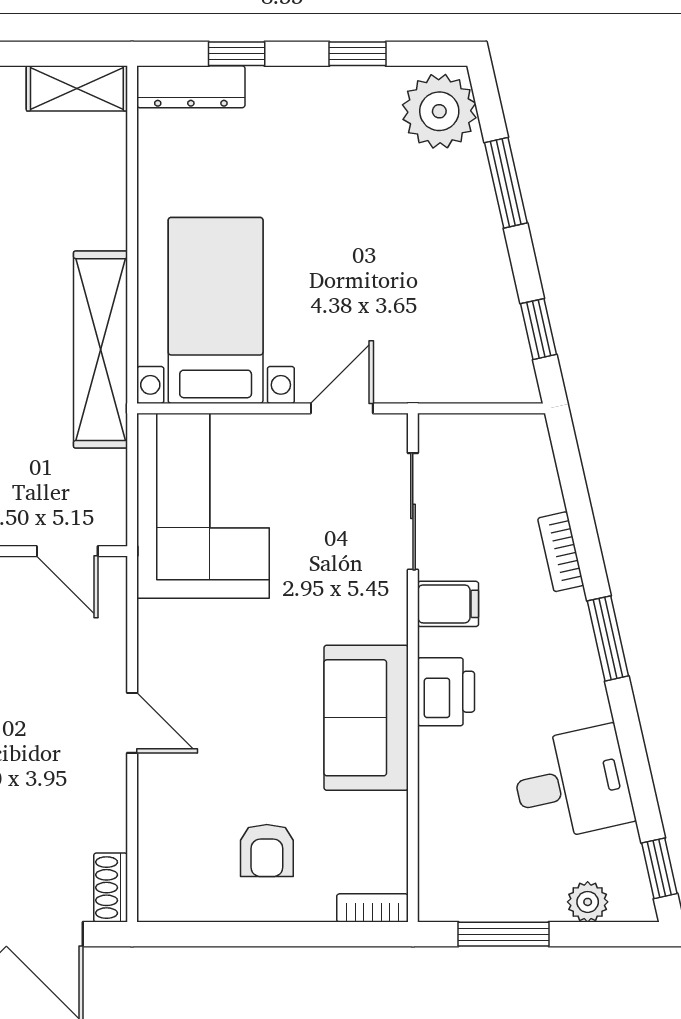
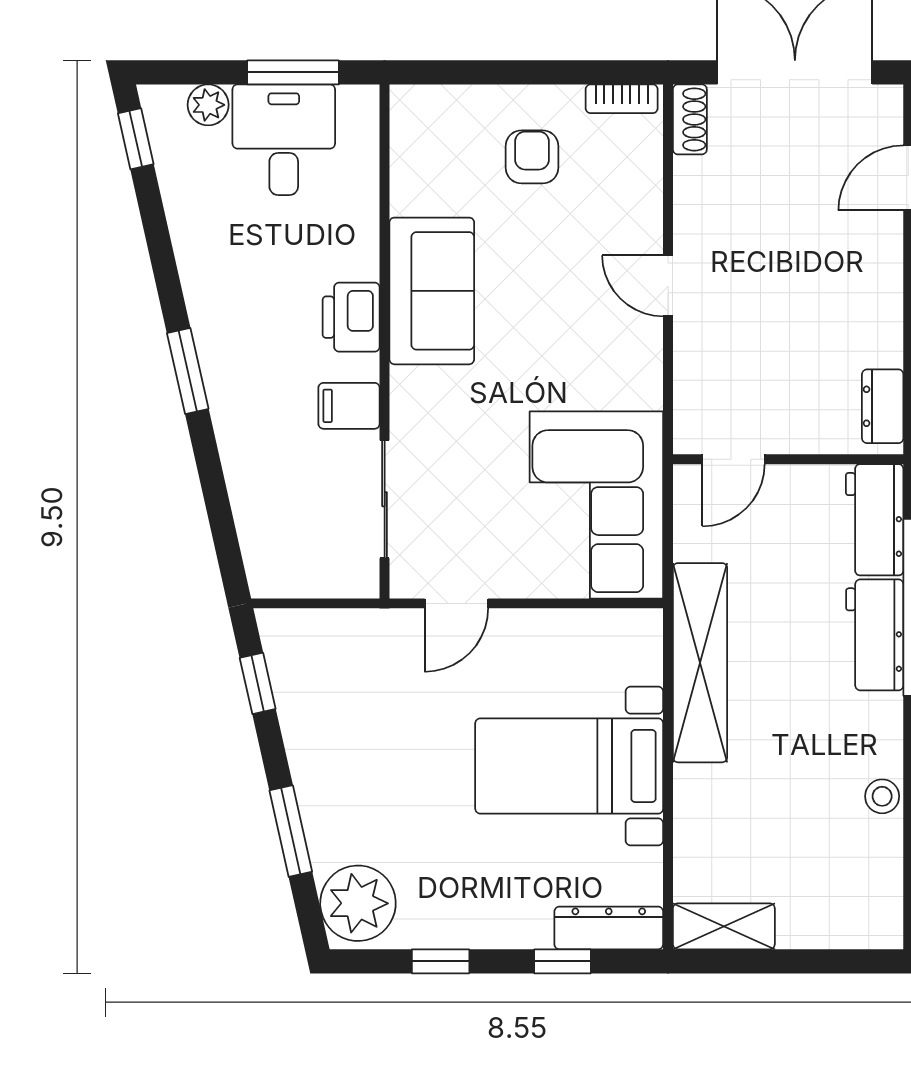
bed with nightstands: (216, 310) -> (569, 766), moved, turned 90
door: (67, 551) -> (734, 459), swing flipped
bookcase: (561, 552) -> (235, 459), removed
desk: (572, 783) -> (284, 140), moved, turned 103
bookcase: (373, 908) -> (622, 99), moved

